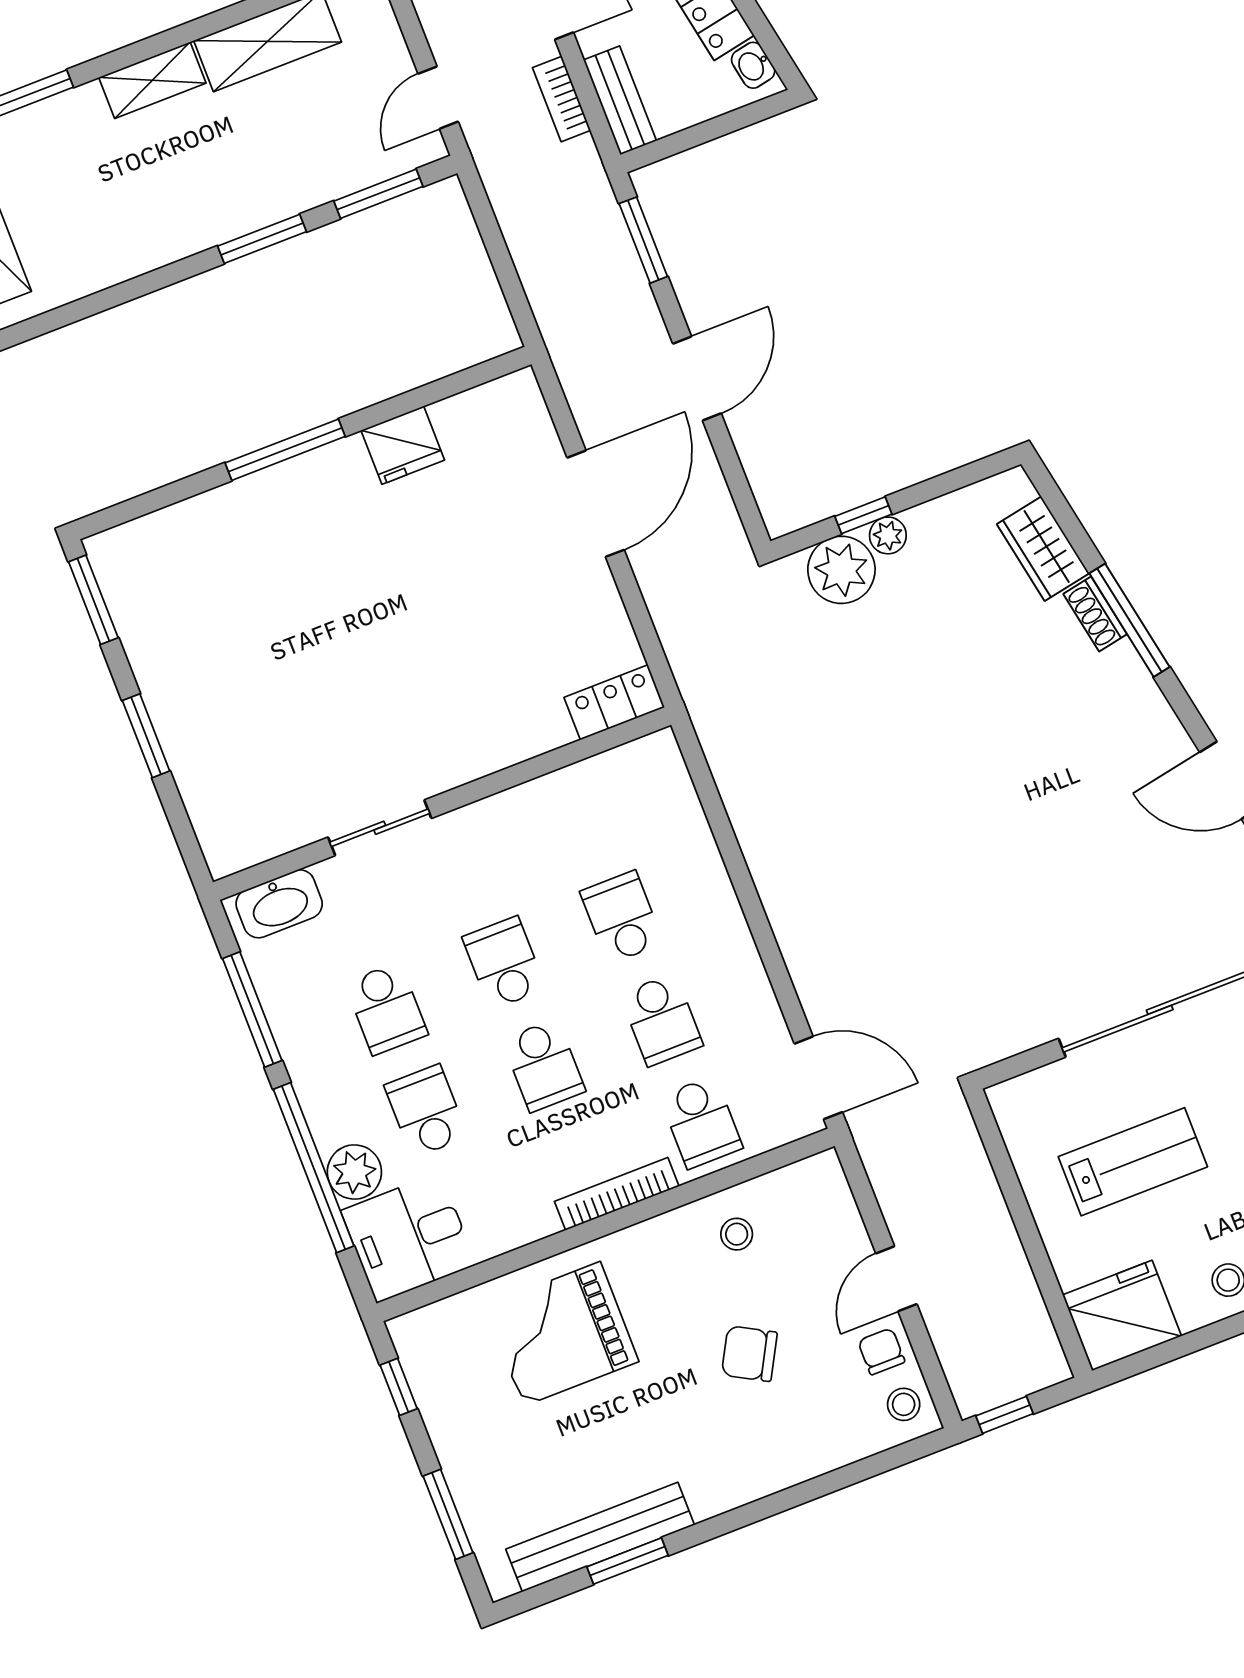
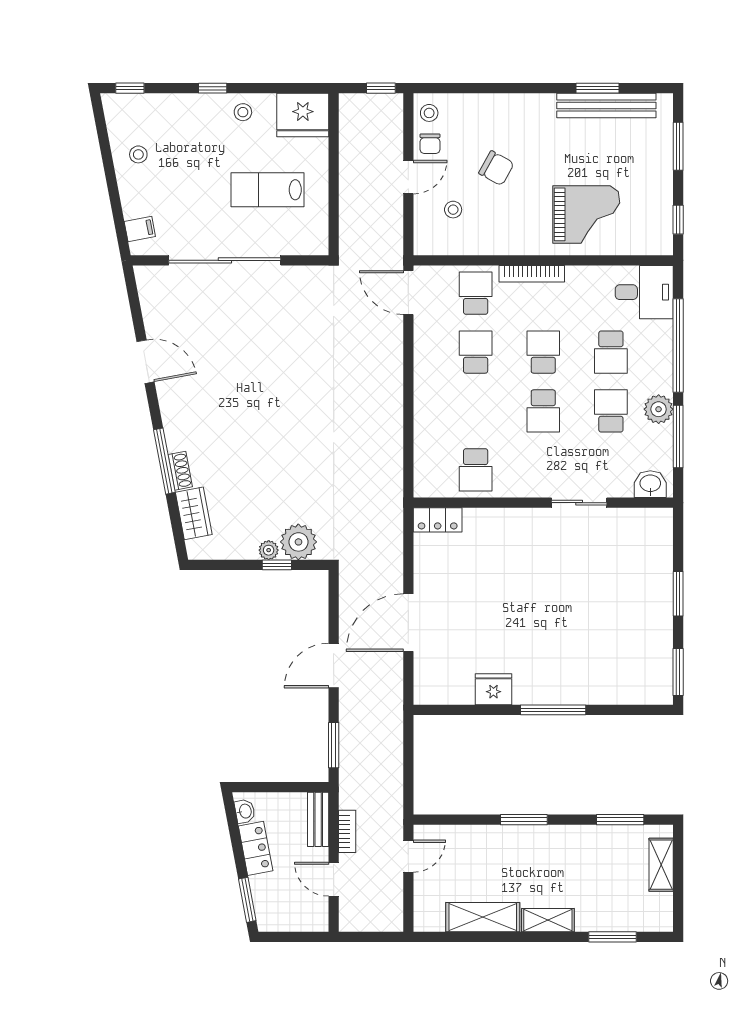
window: (378, 194) -> (620, 820), moved
washbasin: (279, 904) -> (650, 484), width x0.72
school desk: (622, 917) -> (476, 470), moved
plant: (354, 1172) -> (659, 409), moved
stool: (737, 1234) -> (453, 210), moved

